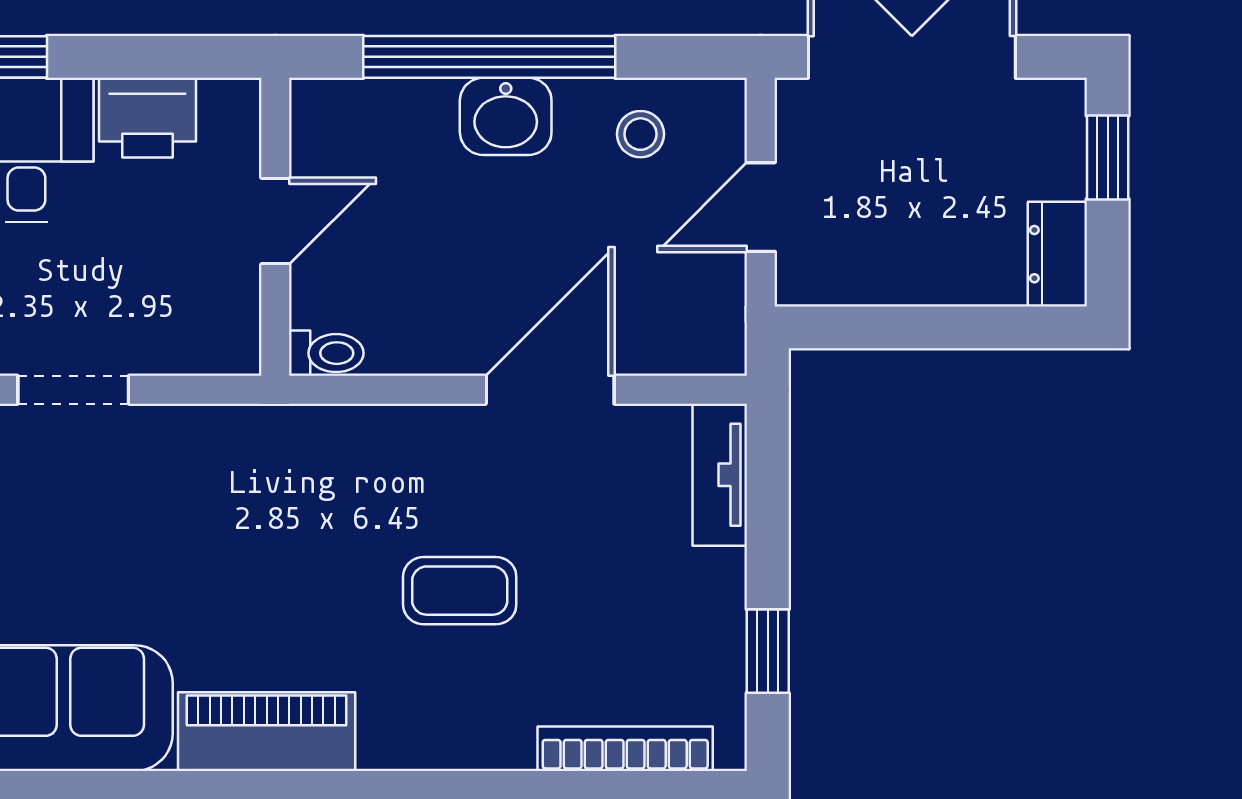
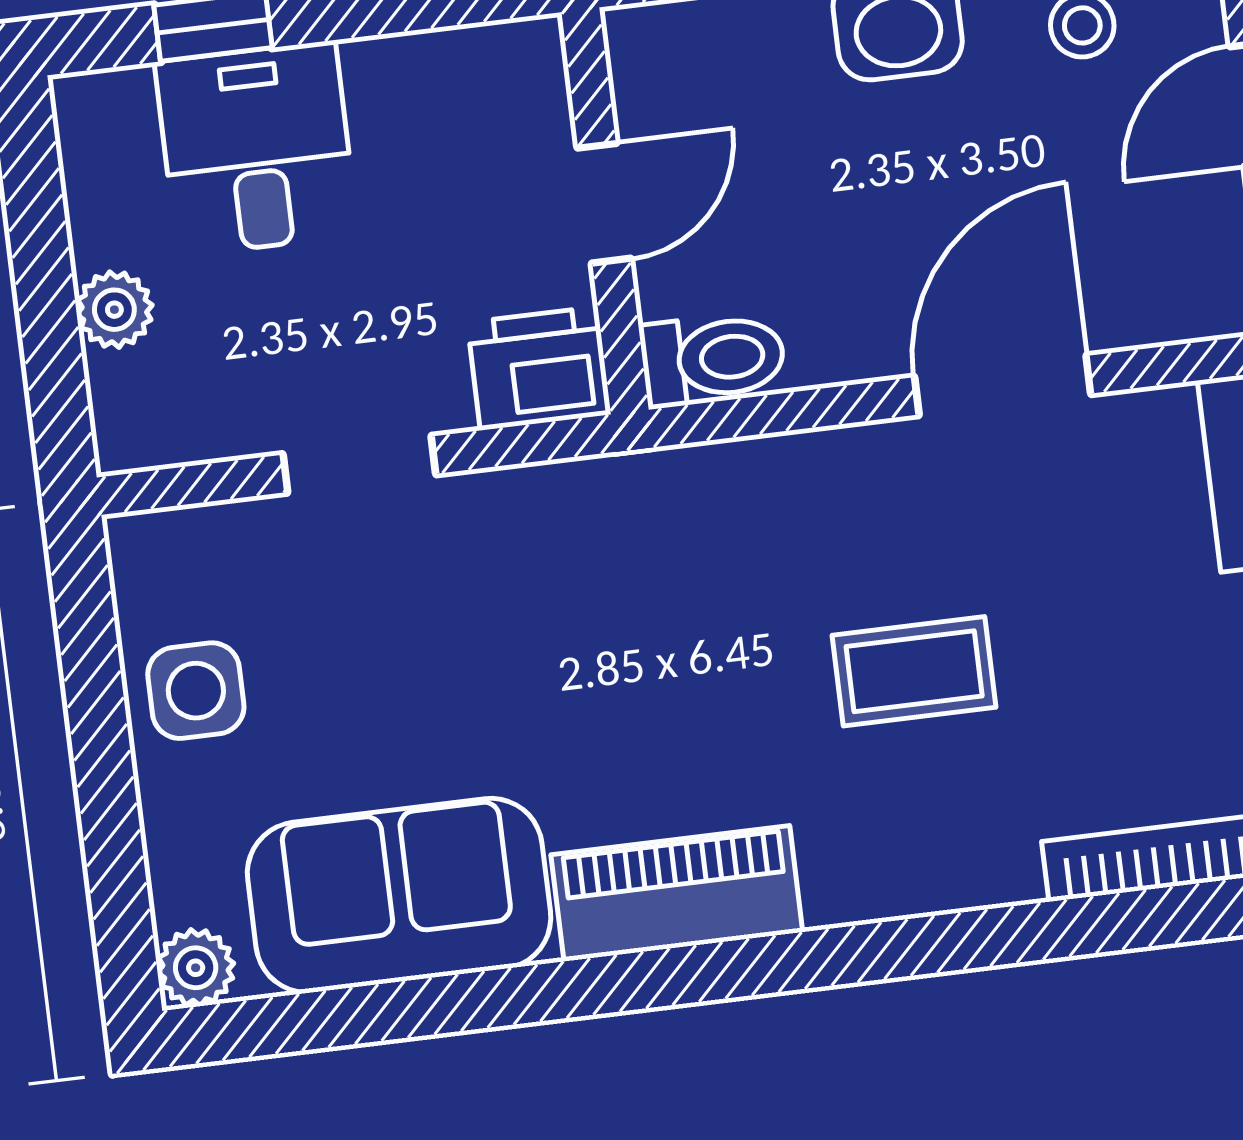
printer: (147, 118) -> (539, 368), moved, turned 180
toilet: (326, 353) -> (713, 359), width x1.37, depth x1.39

